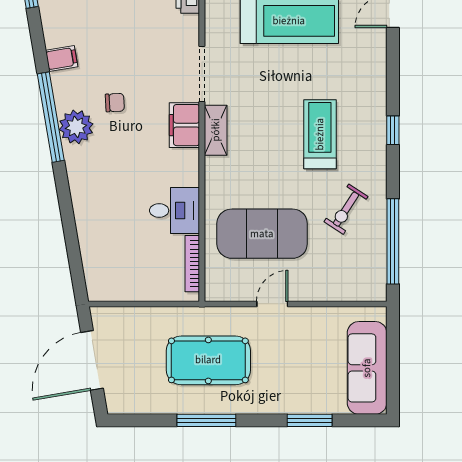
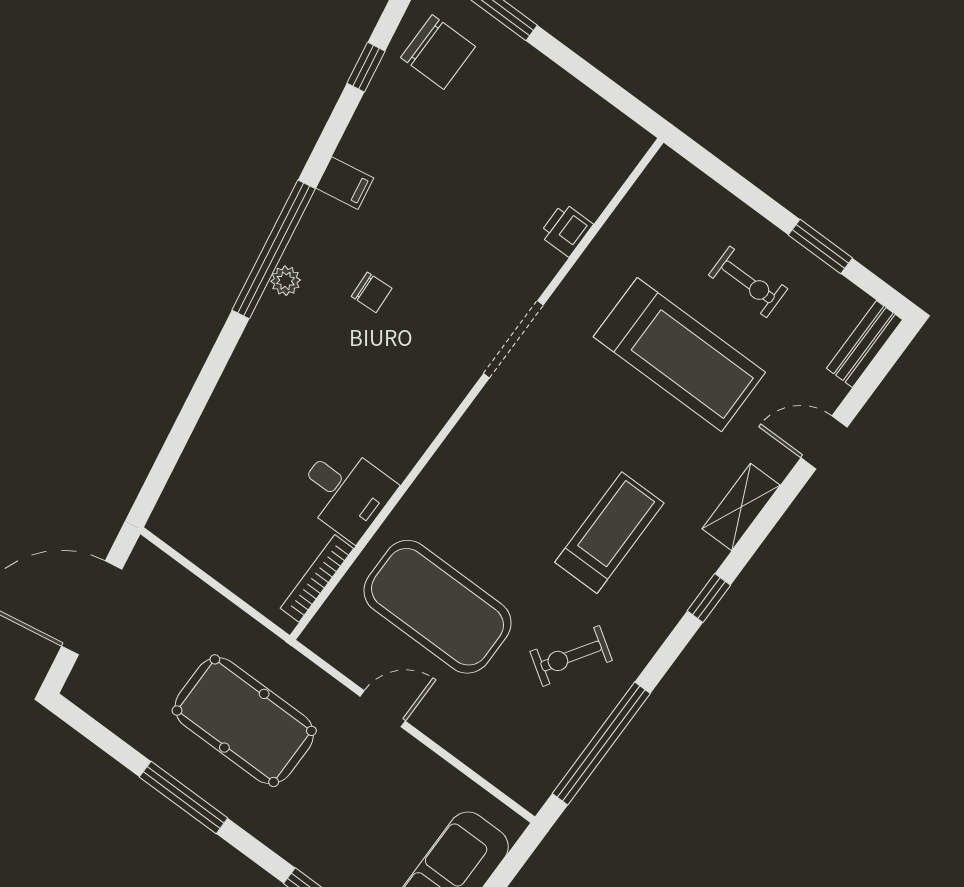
filing cabinet: (184, 125) -> (441, 389), removed
plant: (76, 127) -> (286, 281), width x0.53, depth x0.53
shelving: (216, 130) -> (741, 507), moved

